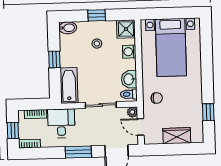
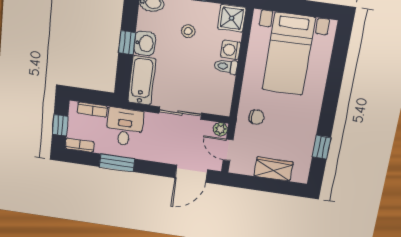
washbasin: (129, 79) -> (145, 43), moved, turned 180
toilet: (129, 94) -> (226, 66), moved
window: (78, 152) -> (117, 163), moved

